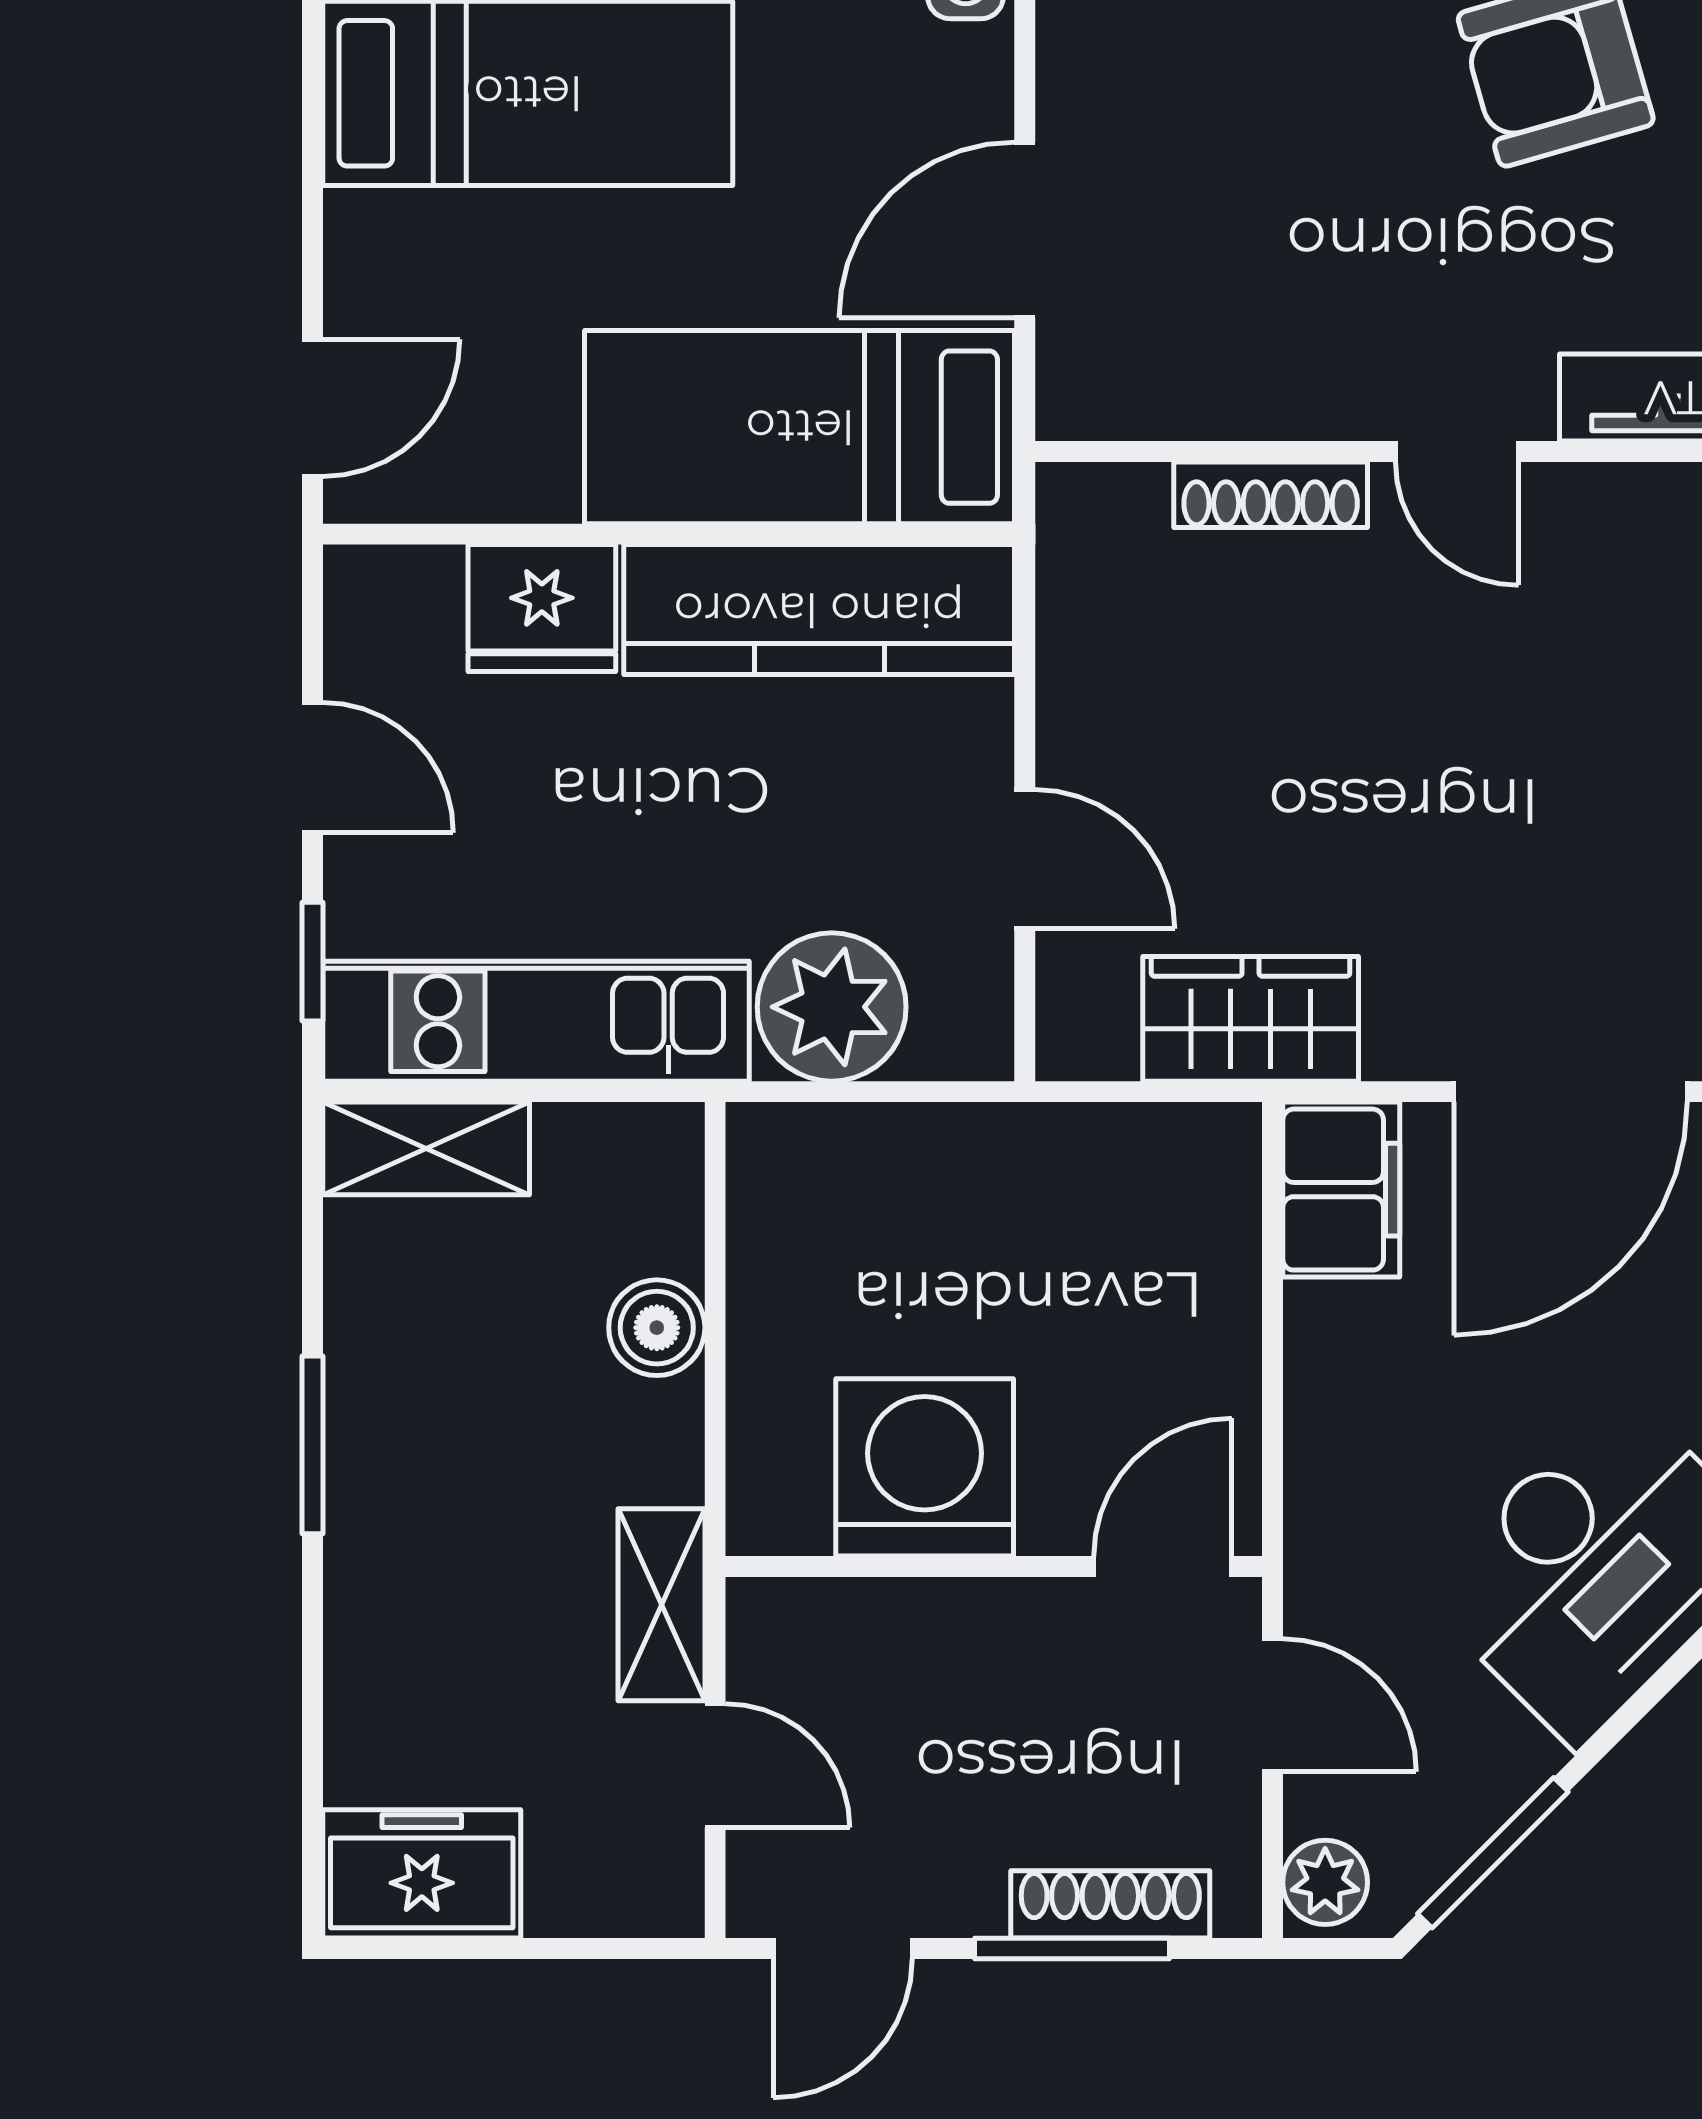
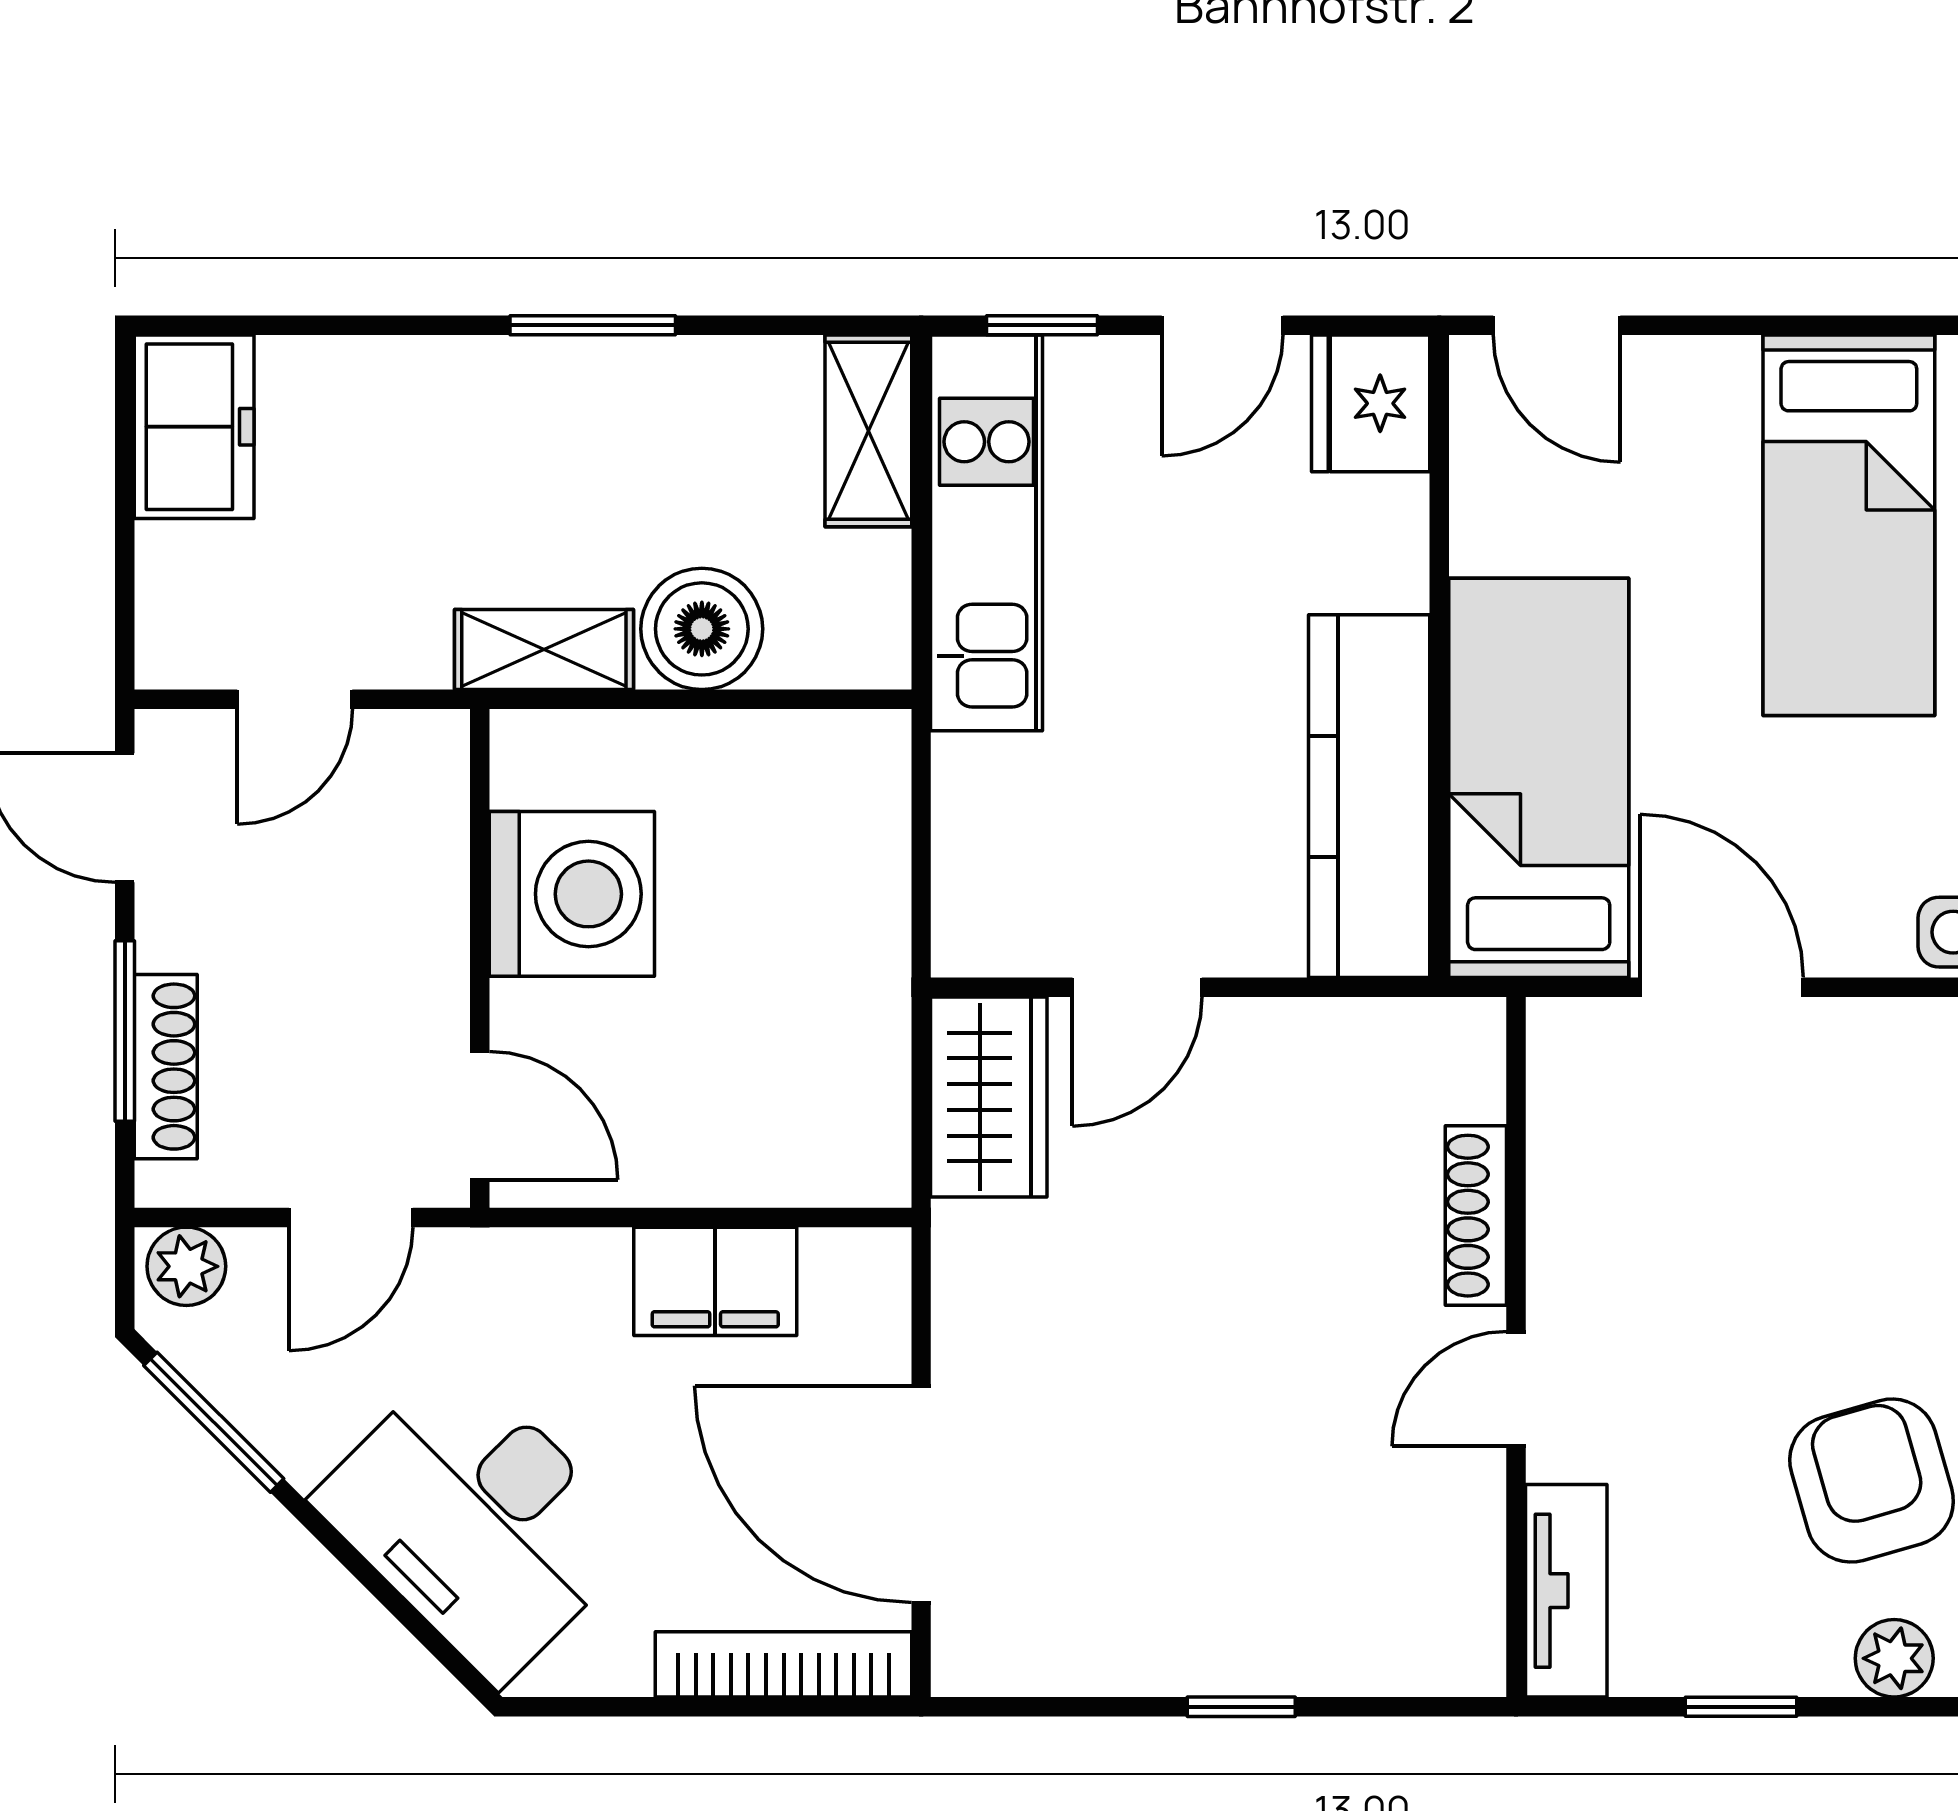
fridge: (542, 608) -> (1371, 403), moved
plant: (832, 1007) -> (1000, 808), removed
wardrobe: (1251, 1019) -> (989, 1097), moved
filing cabinet: (1341, 1190) -> (715, 1281), moved
boiler: (657, 1328) -> (702, 629), width x1.36, depth x1.36
shelving: (662, 1605) -> (544, 650), moved

